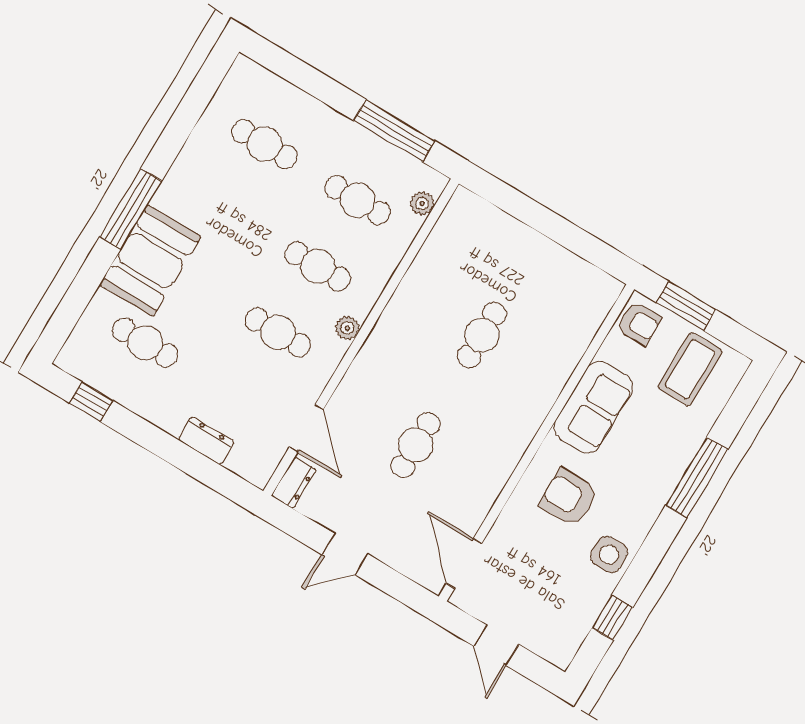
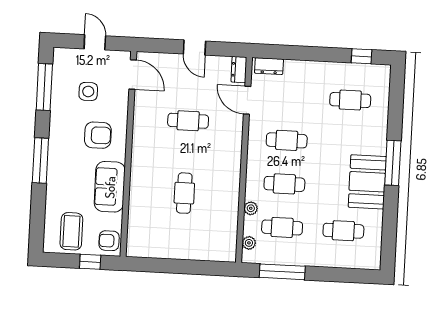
booth: (150, 261) -> (367, 182), moved
window: (686, 306) -> (90, 262), width x0.67
plant: (347, 328) -> (251, 208), moved
dresser: (206, 441) -> (269, 66), moved
cafe table: (416, 445) -> (188, 121), turned 90
window: (697, 477) -> (40, 161), moved
door: (345, 554) -> (194, 48), swing flipped
side table: (609, 554) -> (88, 91), moved
window: (612, 617) -> (44, 87), width x2.17

